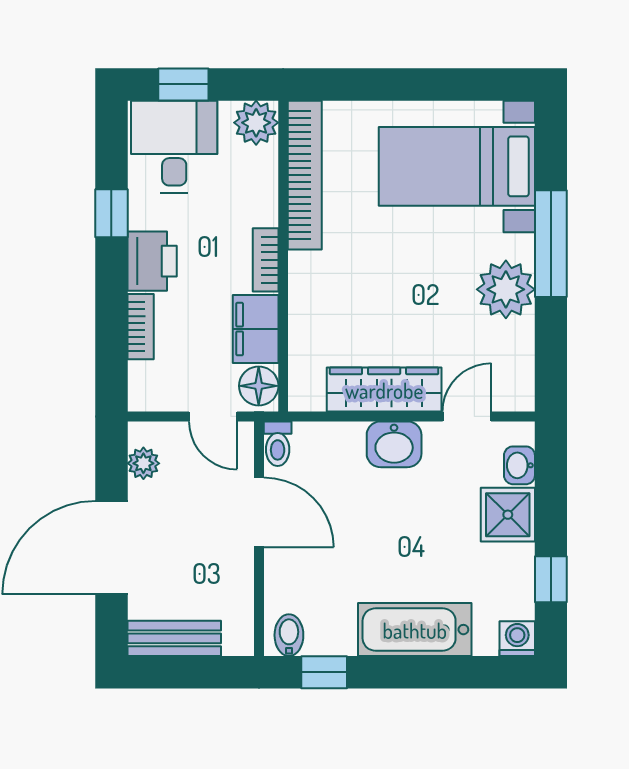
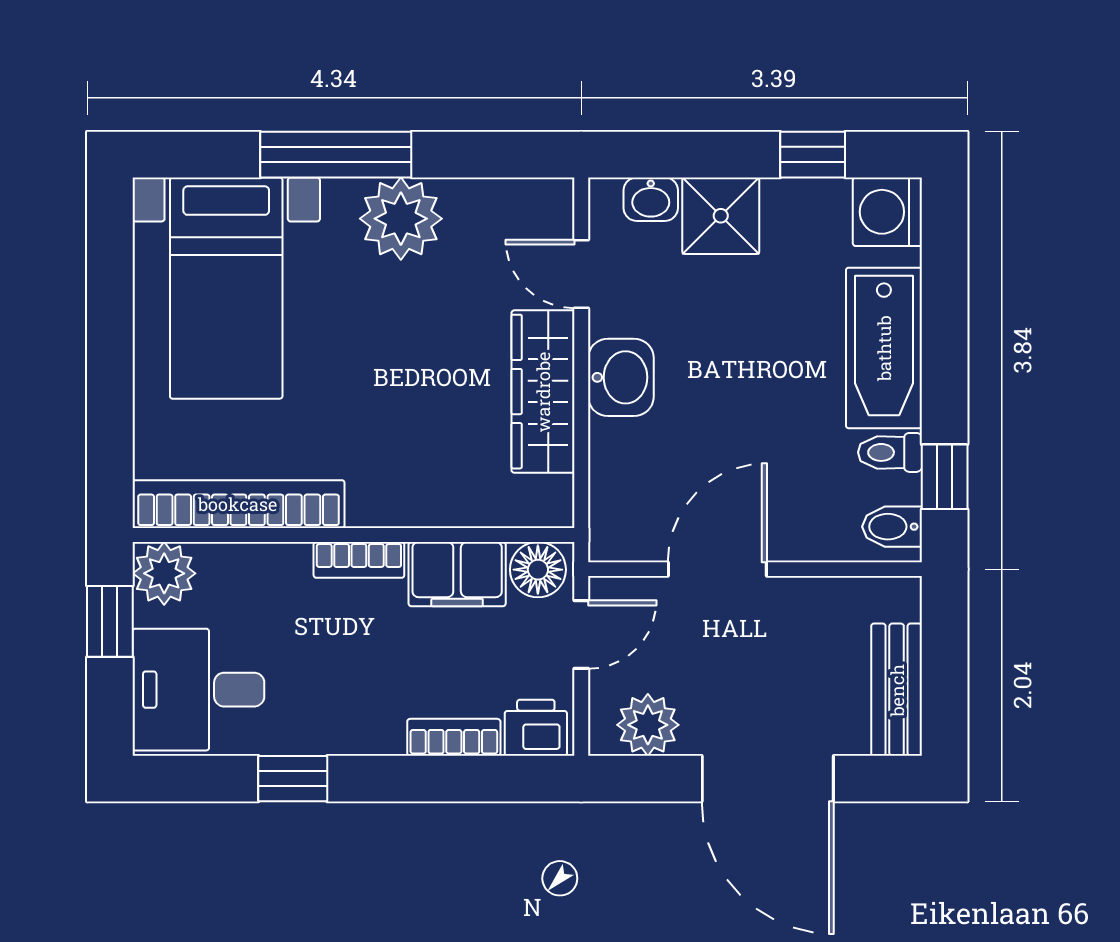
window: (183, 84) -> (110, 621), moved
printer: (152, 261) -> (536, 728), moved, width x0.73, depth x0.81
toilet: (278, 444) -> (890, 452), moved, turned 180
plant: (143, 463) -> (648, 725), width x1.38, depth x1.38
washing machine: (517, 639) -> (887, 212), width x1.38, depth x1.38

